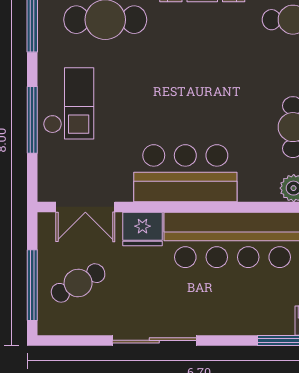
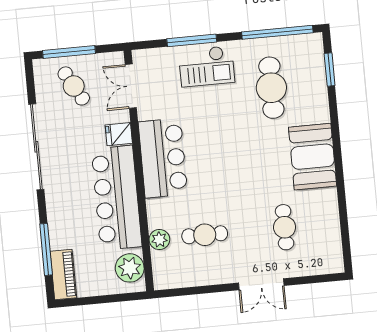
fridge: (142, 229) -> (119, 134), width x0.72
sliding door: (154, 340) -> (36, 147), width x1.36

